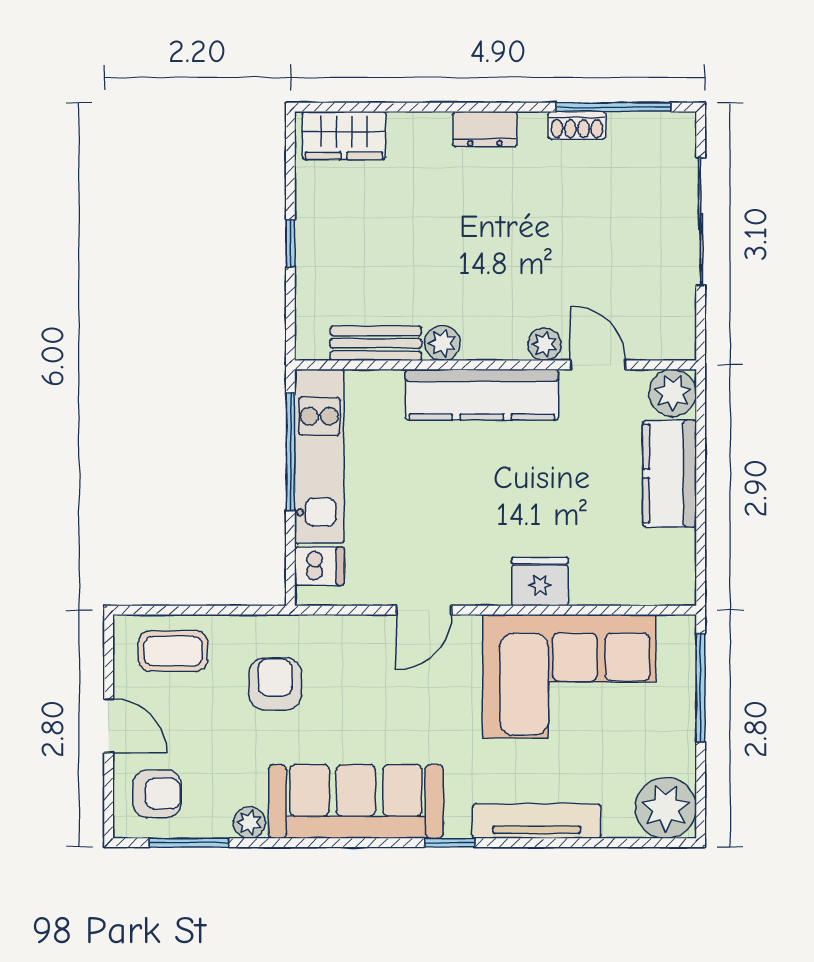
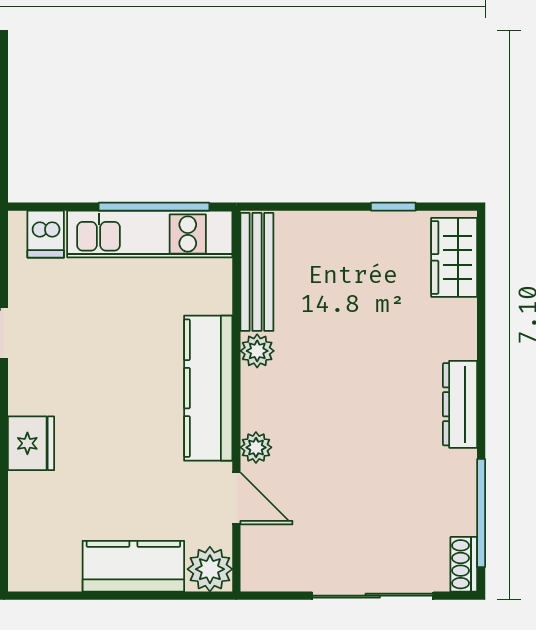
shoe rack: (577, 125) -> (464, 564), moved
dresser: (485, 129) -> (460, 404), width x1.44
window: (290, 243) -> (393, 207), moved
bench: (376, 343) -> (257, 272), width x1.36
door: (598, 365) -> (236, 498), hinge flipped

